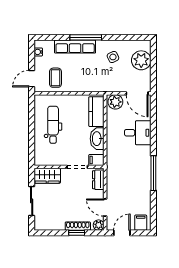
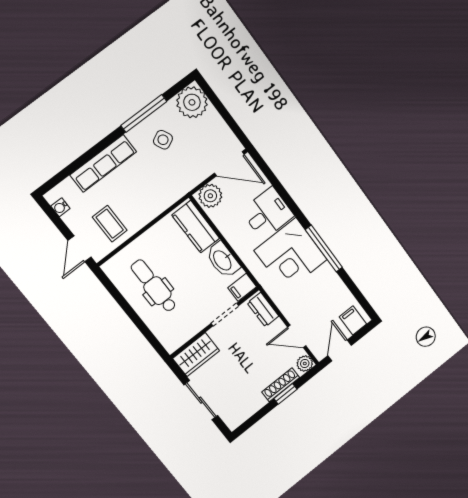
window: (86, 37) -> (144, 113), moved
plant: (141, 60) -> (192, 102), moved
corner desk: (134, 163) -> (291, 255), added

